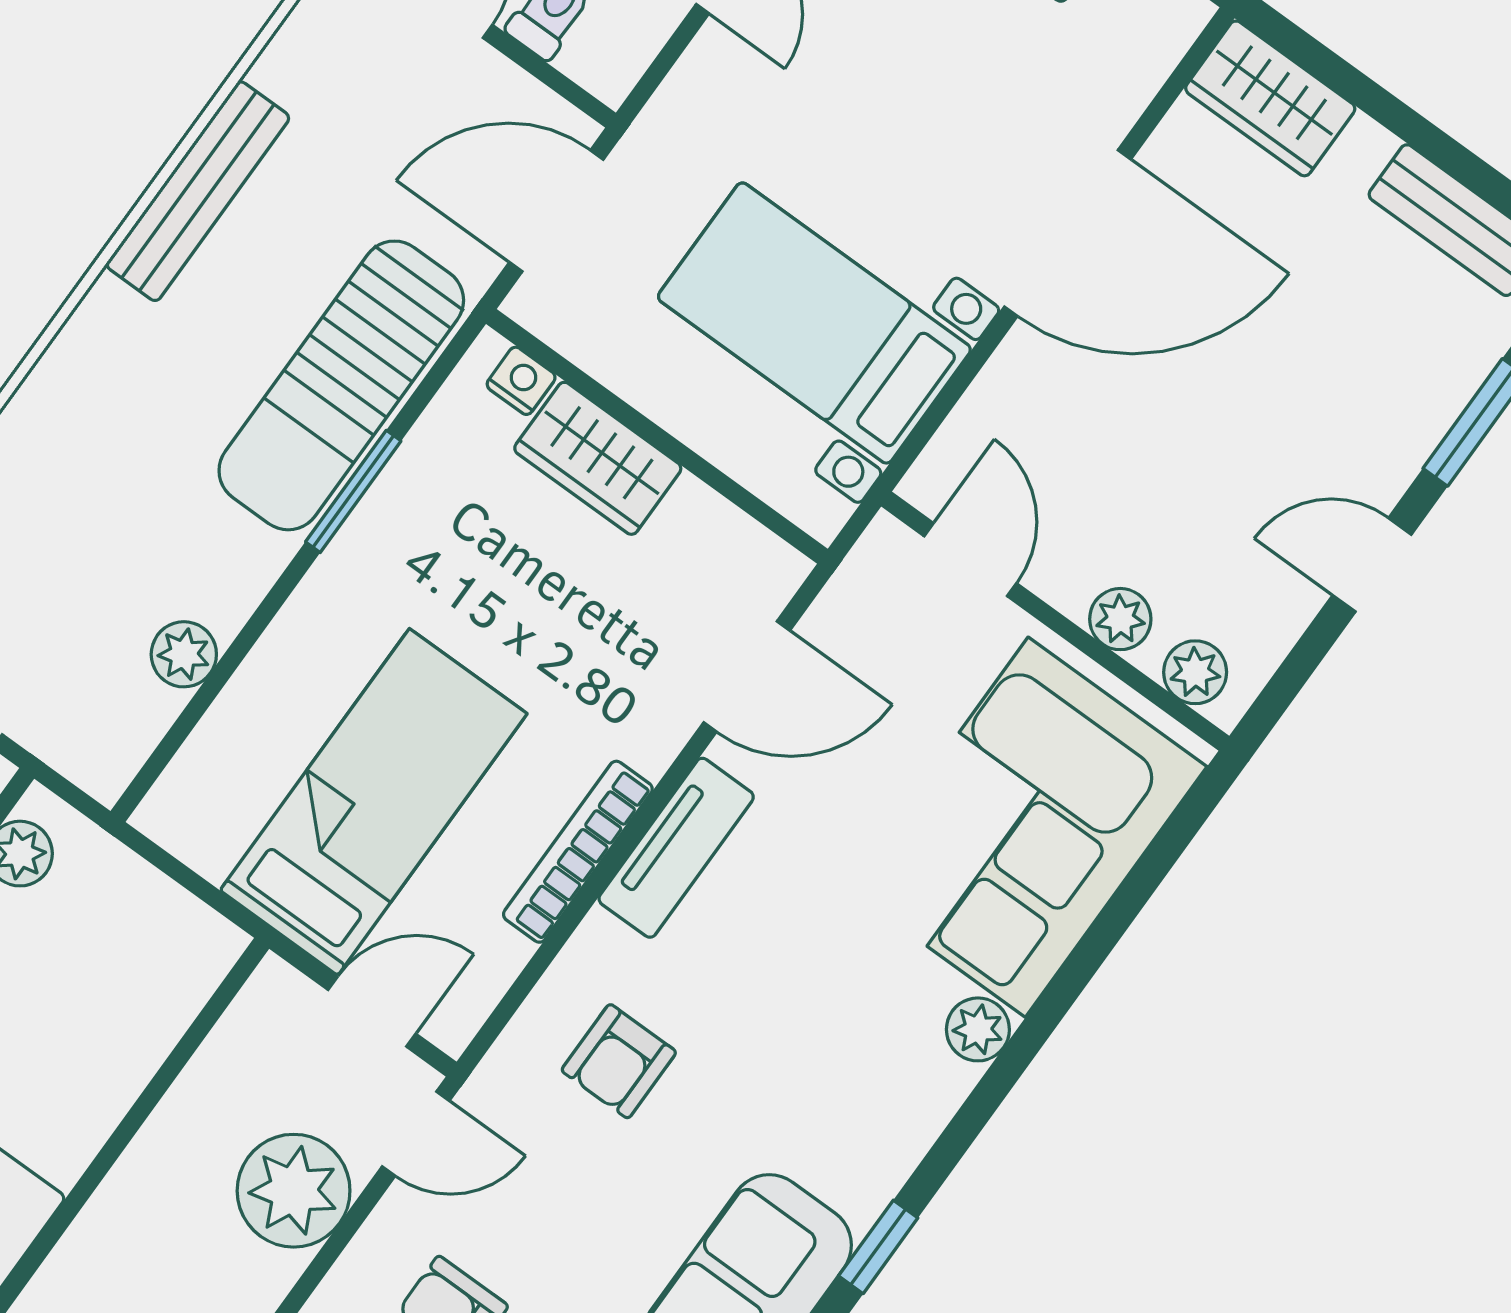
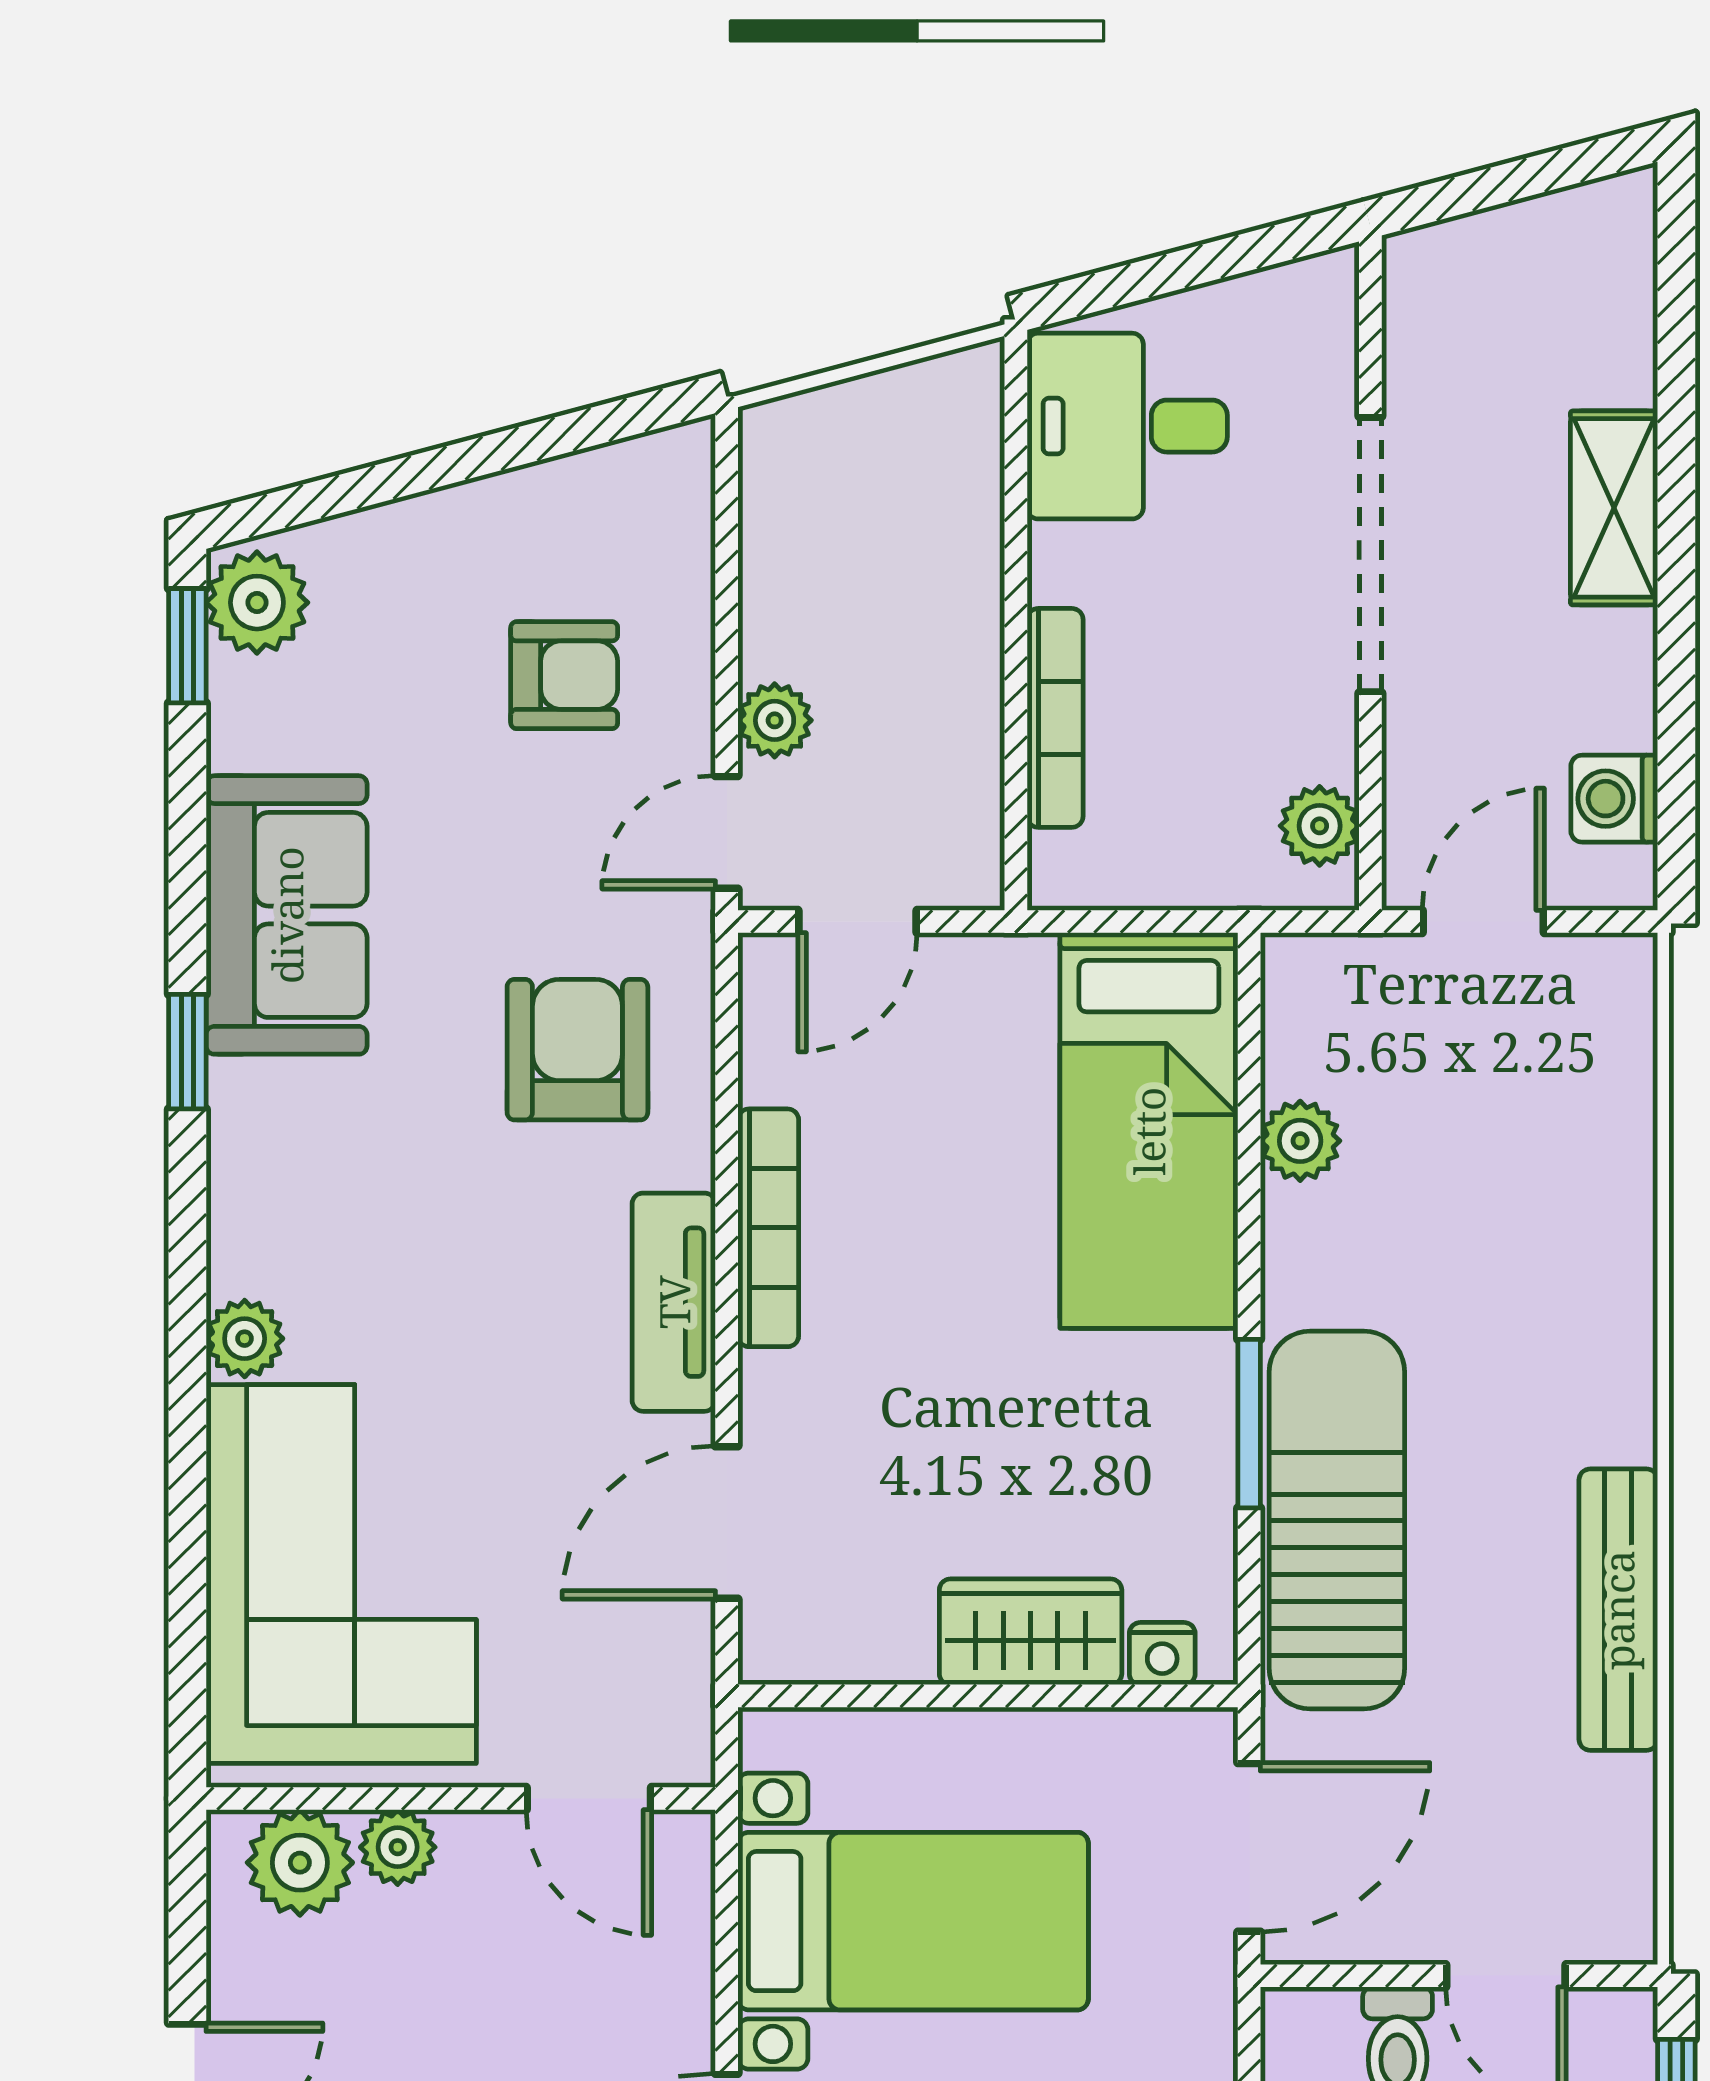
plant: (1195, 672) -> (300, 1863), width x1.38, depth x1.38
bed: (374, 802) -> (1149, 1131), moved
bookcase: (143, 1052) -> (1055, 718), added
armchair: (619, 1061) -> (577, 1050), width x1.38, depth x1.38
plant: (294, 1191) -> (775, 720), width x0.53, depth x0.53

